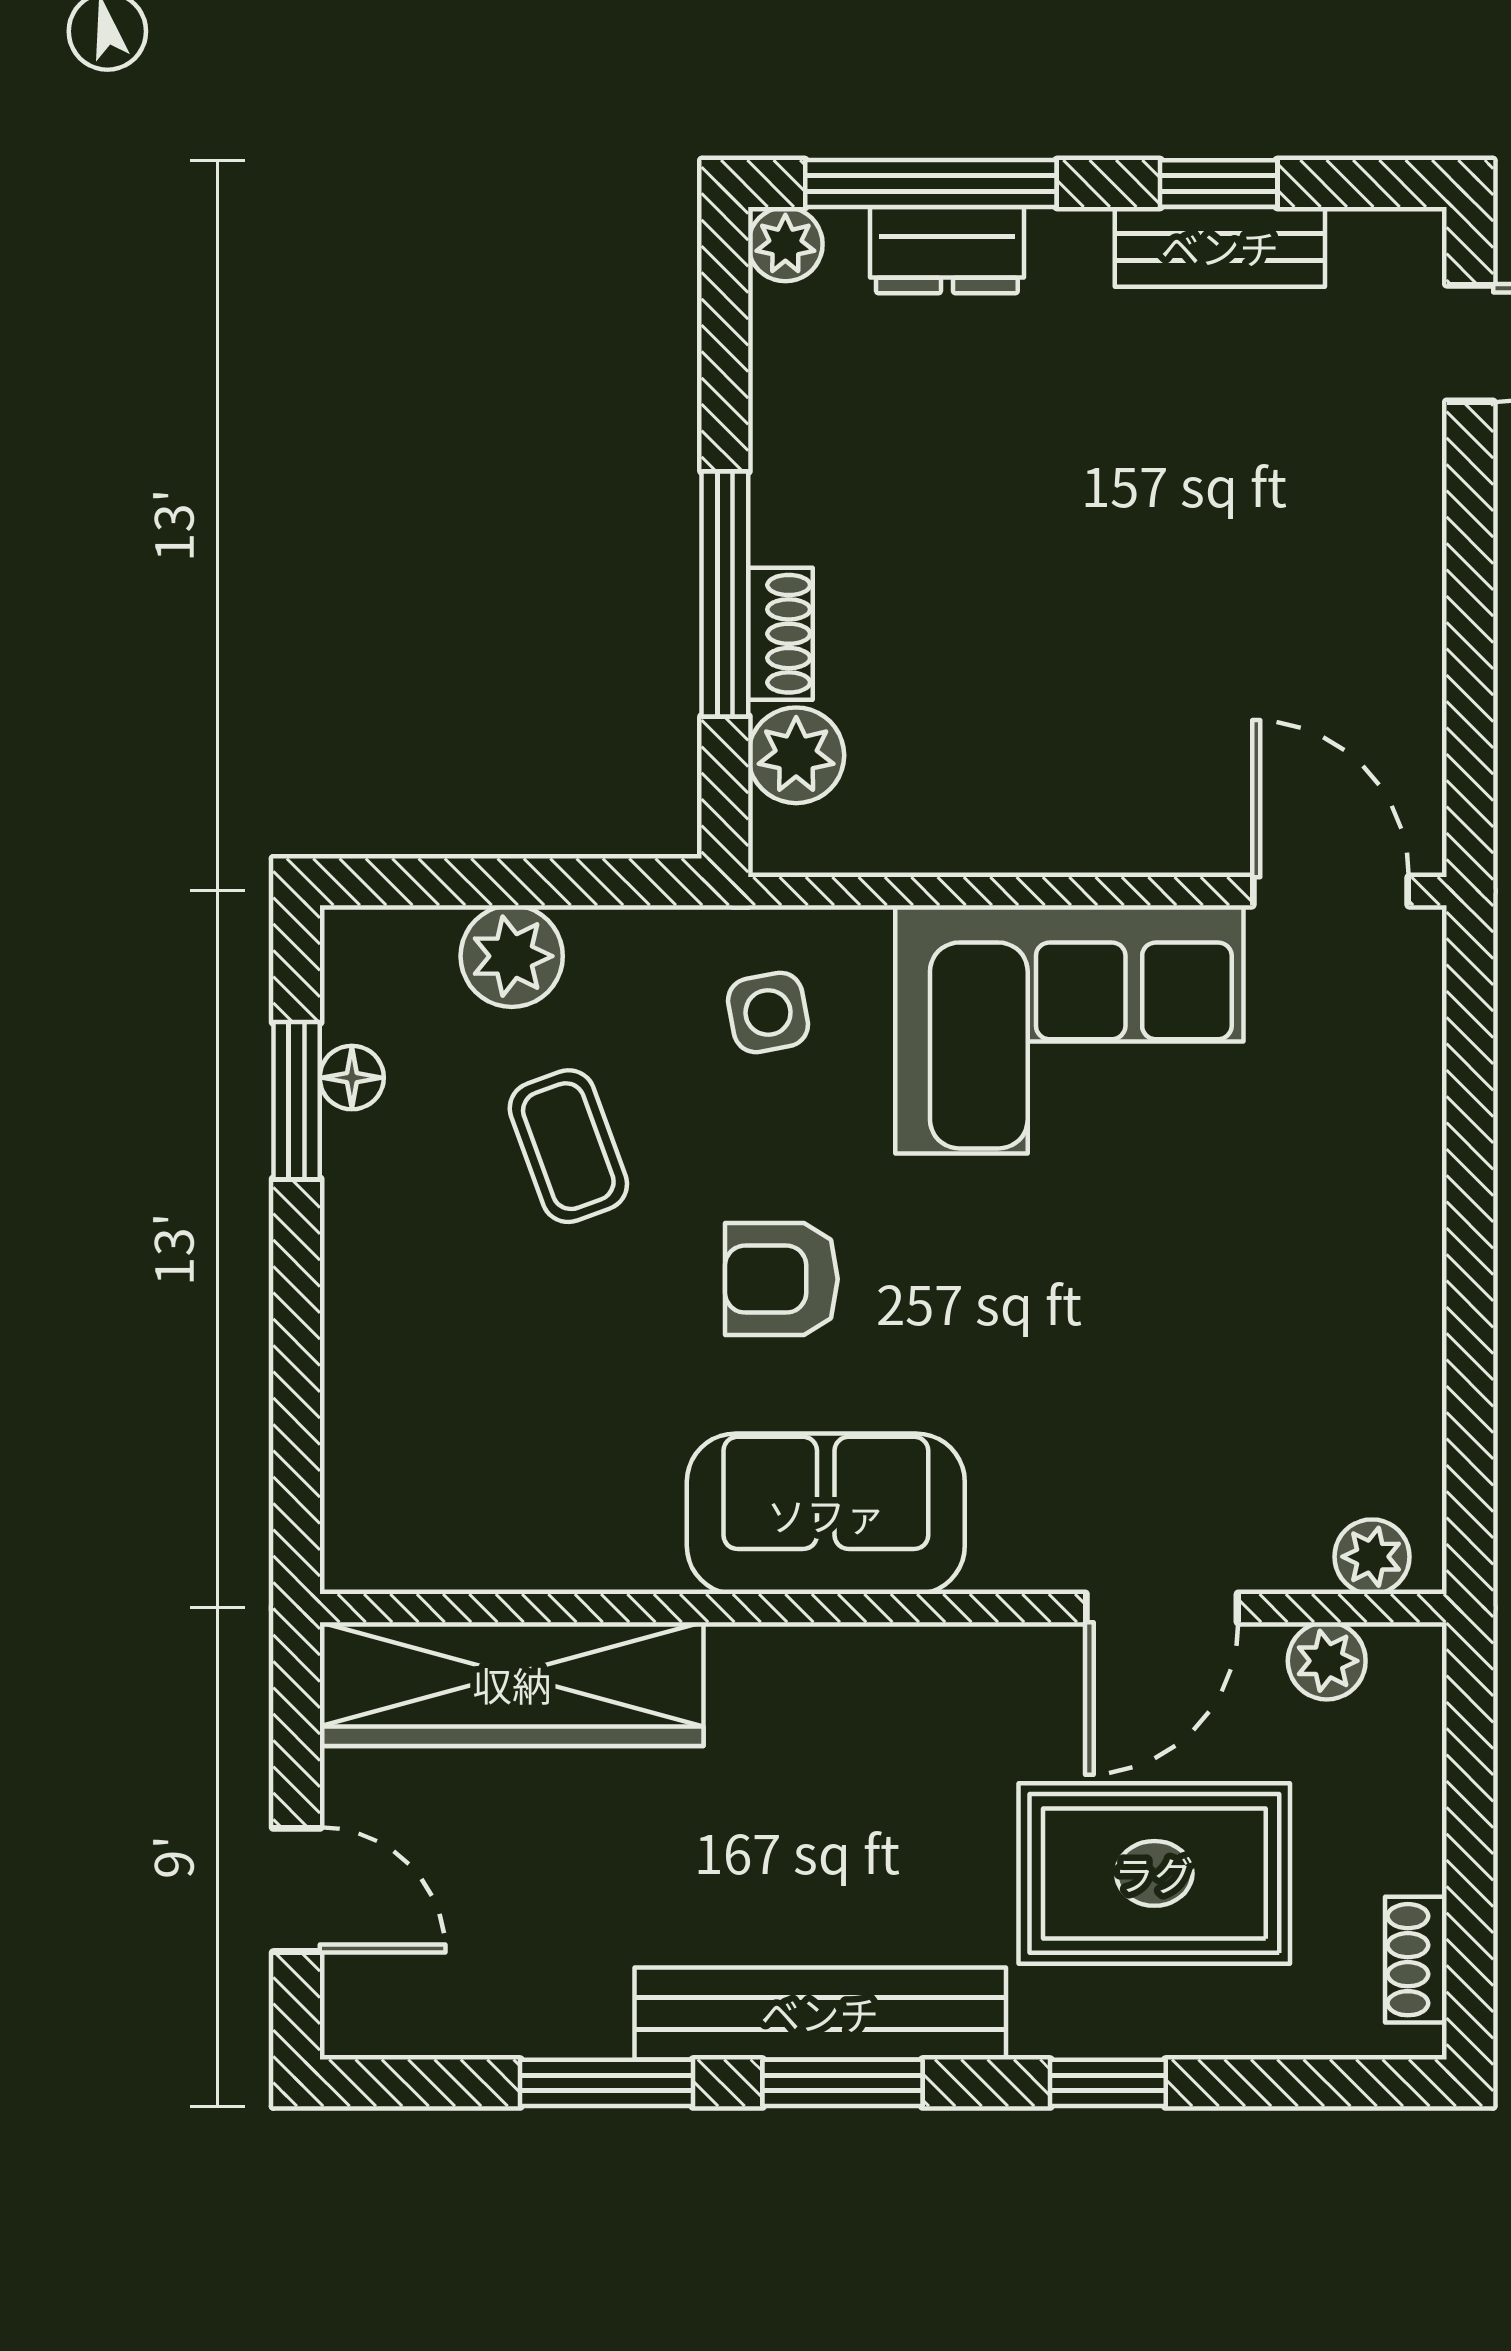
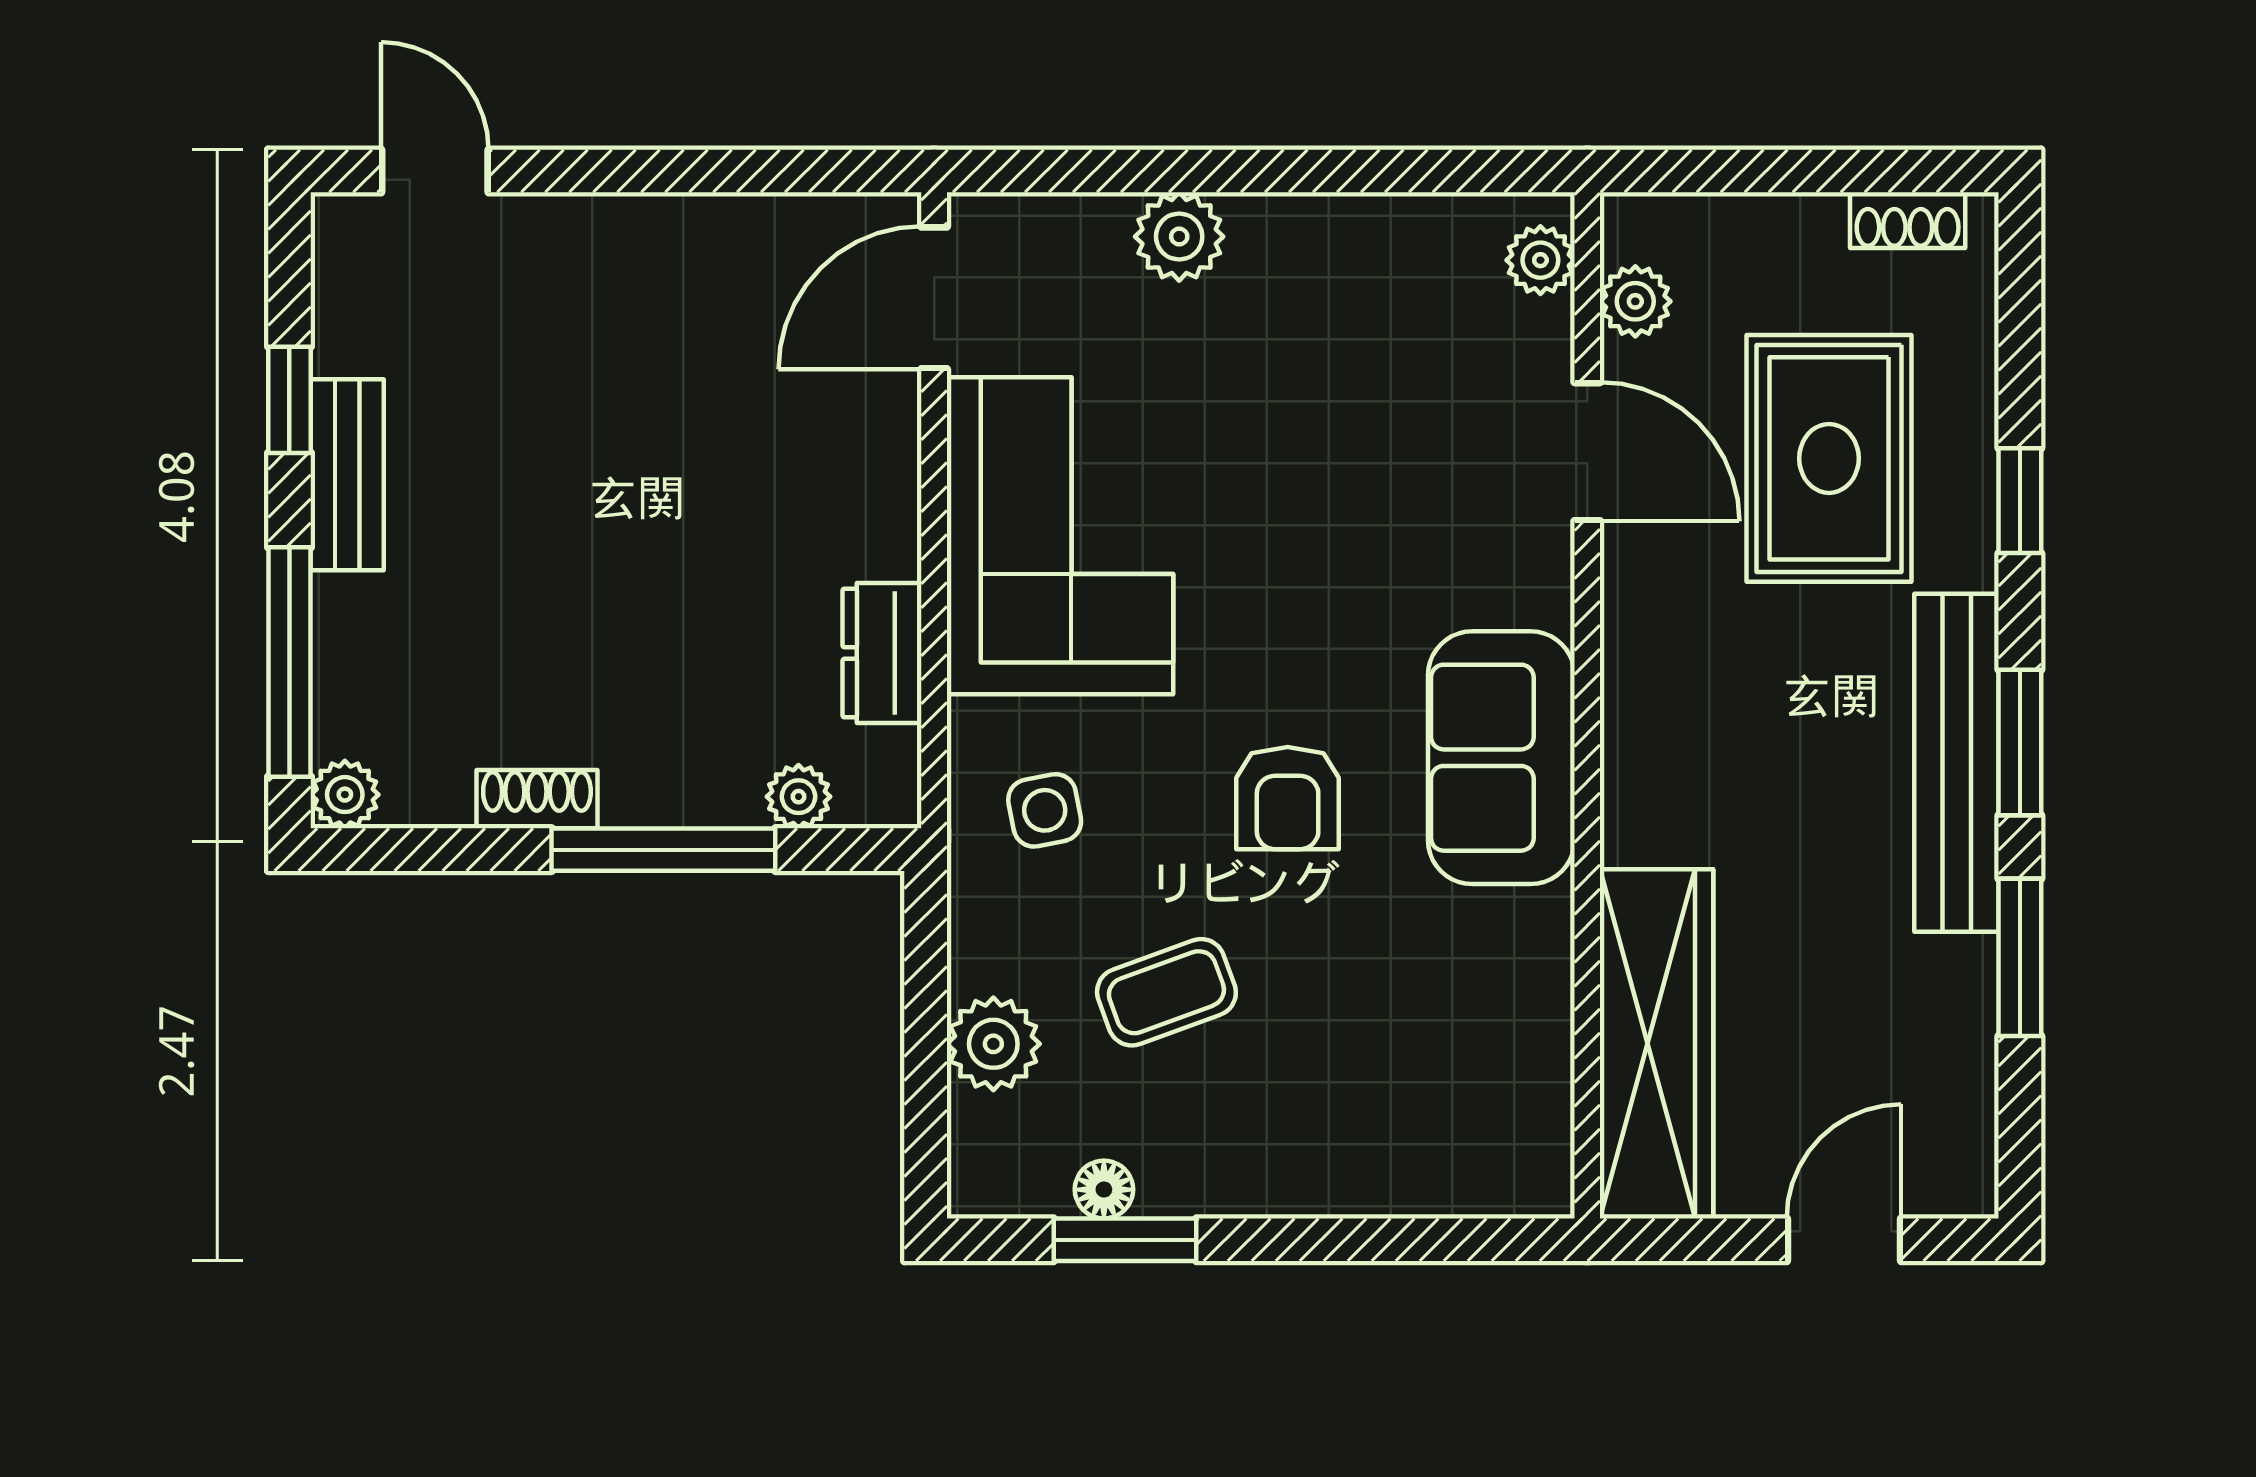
bench: (1220, 247) -> (347, 475), moved
dresser: (947, 250) -> (882, 653), moved, turned 180
shoe rack: (780, 634) -> (537, 799), moved
plant: (796, 755) -> (799, 797), width x0.73, depth x0.73
plant: (1398, 1160) -> (1179, 237), added

